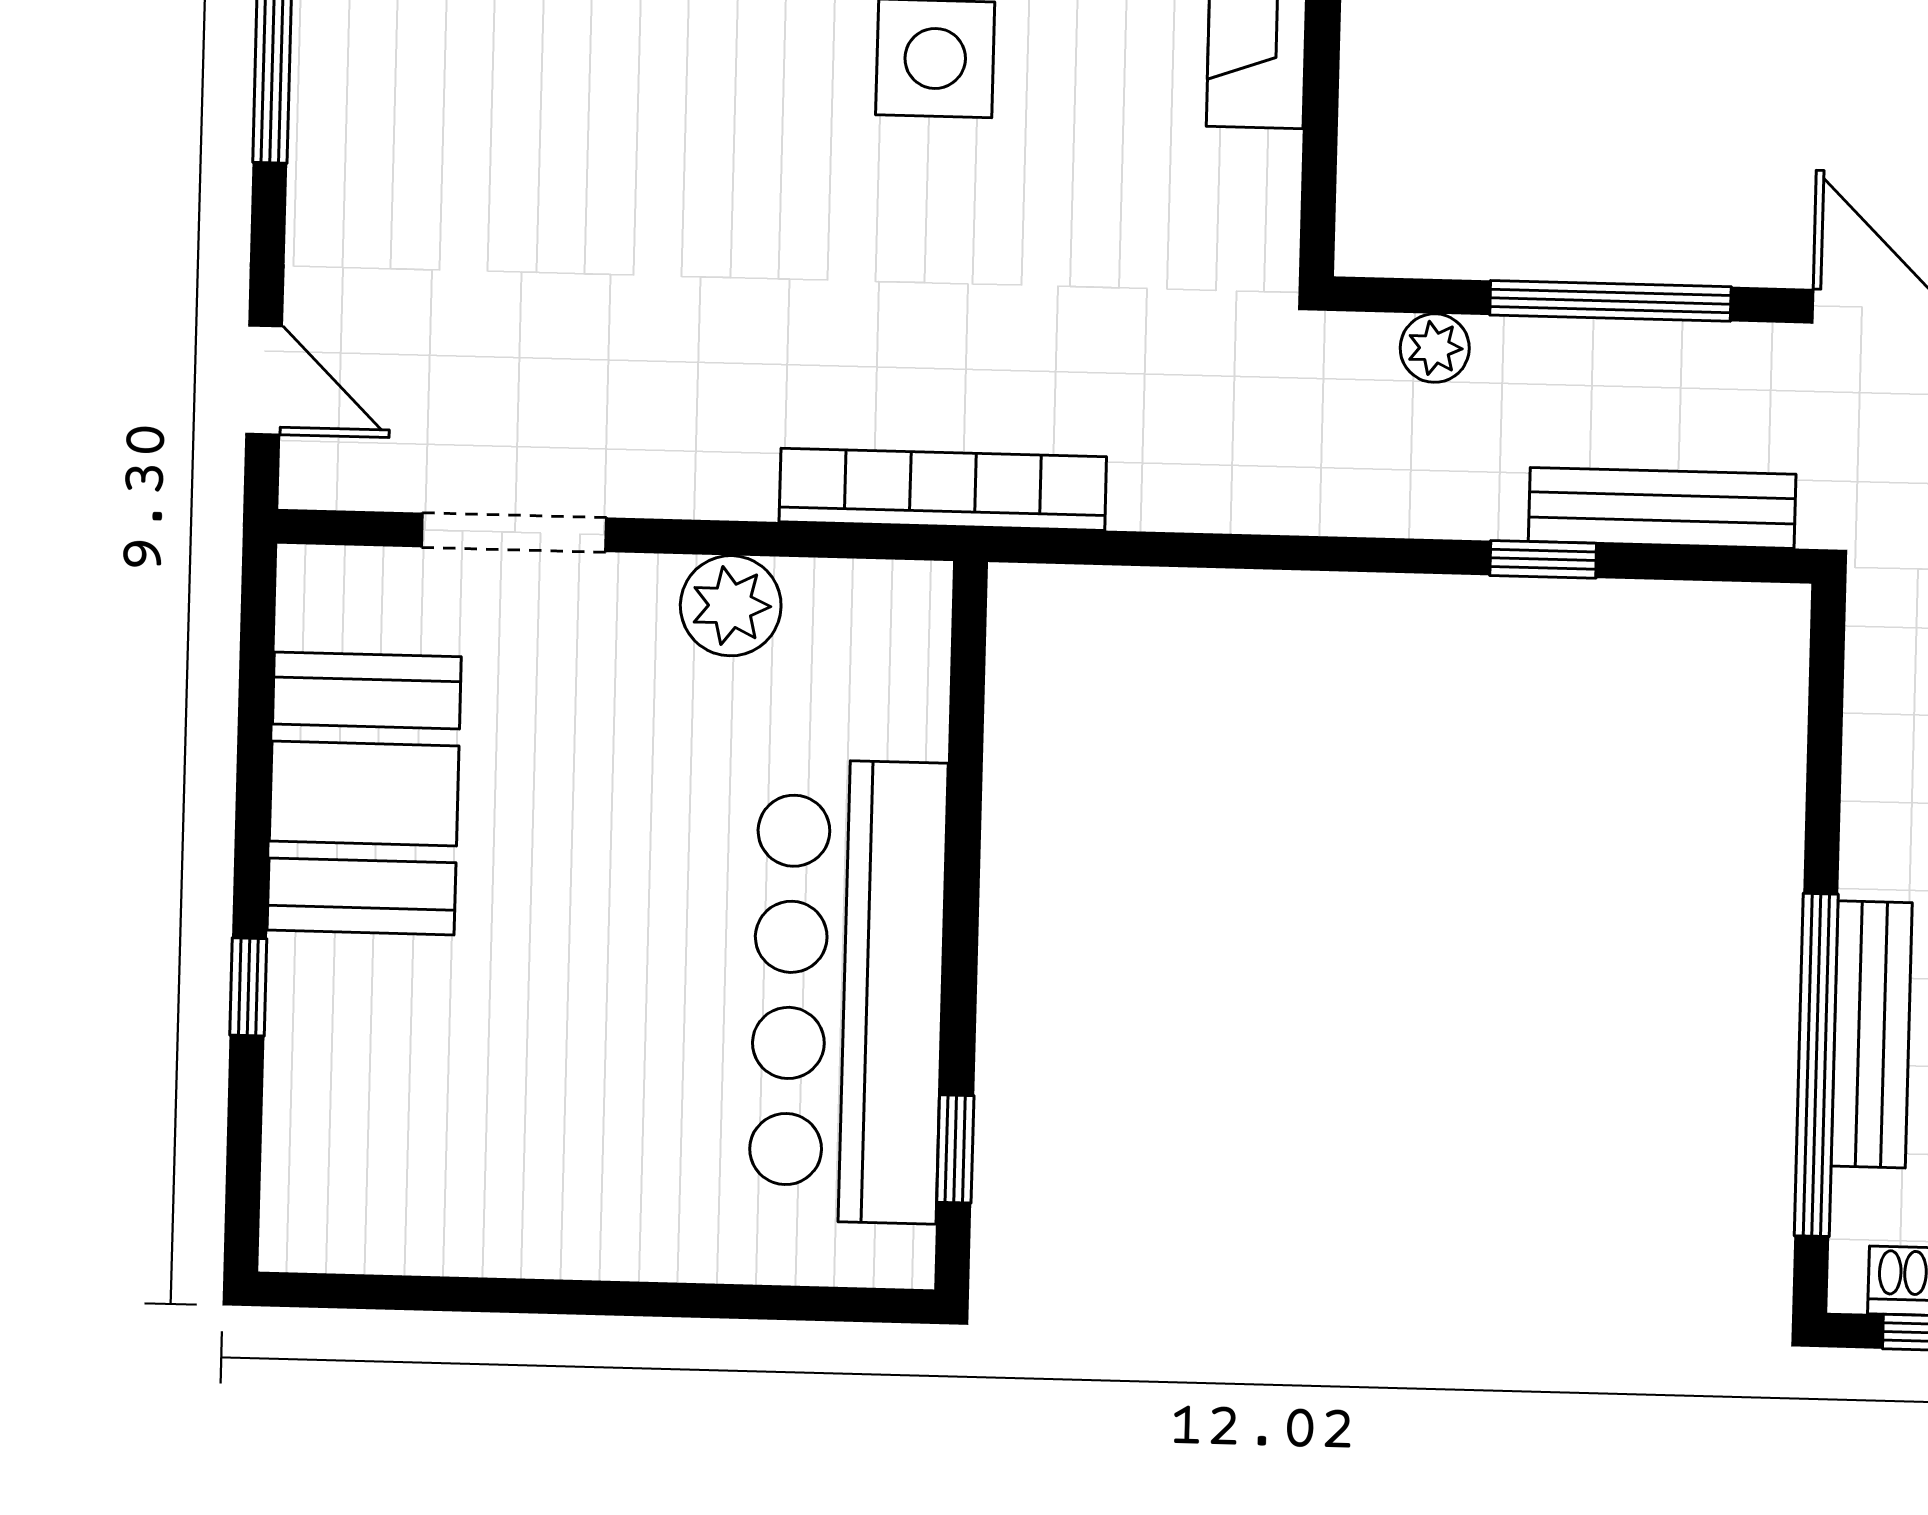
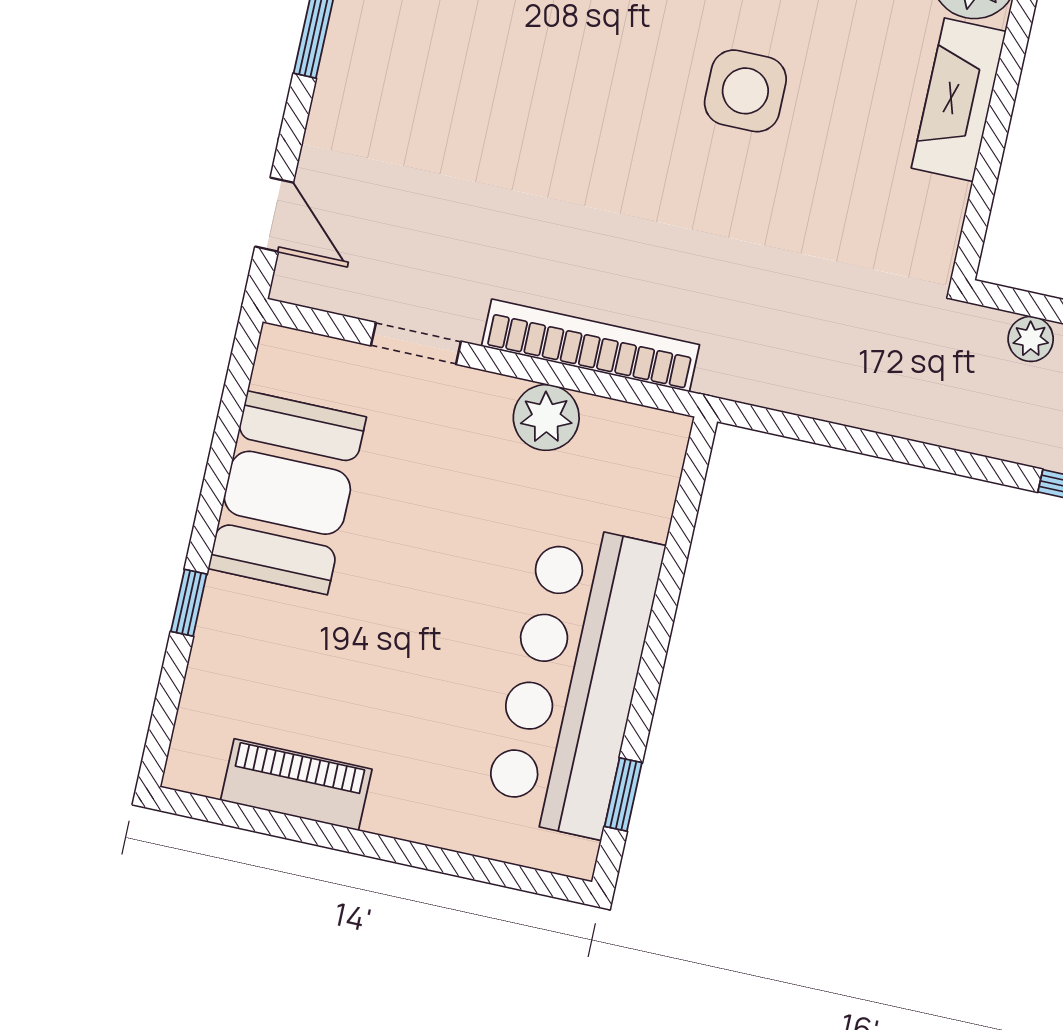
bookcase: (943, 489) -> (591, 345), moved
doorway: (514, 532) -> (416, 343), width x0.73
piano: (462, 1229) -> (296, 785), added

